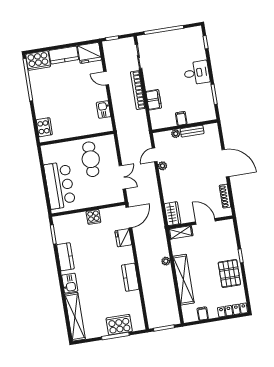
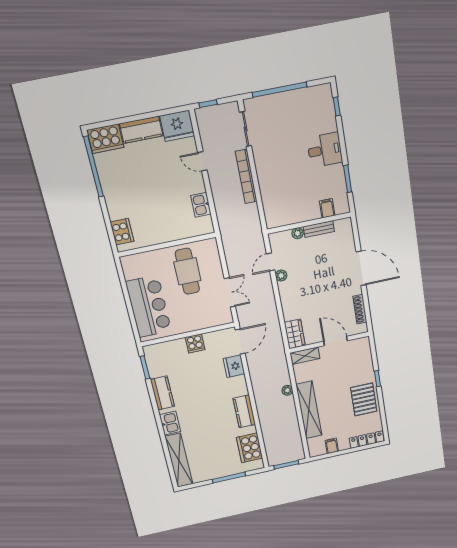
filing cabinet: (154, 100) -> (268, 189), removed
filing cabinet: (181, 118) -> (327, 208), moved
cooker: (119, 325) -> (250, 448), moved, turned -90

